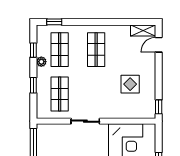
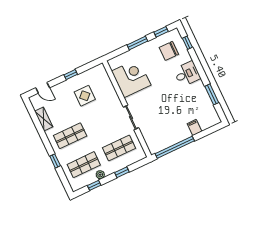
window: (54, 22) -> (55, 161), moved
shelving: (143, 31) -> (44, 119), moved
window: (159, 107) -> (71, 75), moved

